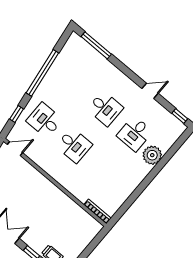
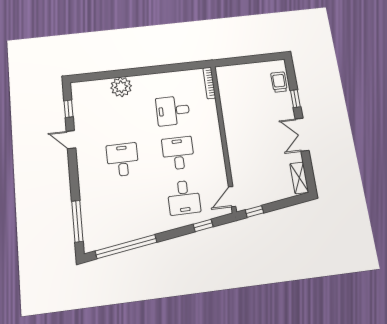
window: (42, 73) -> (126, 247), moved
window: (180, 116) -> (69, 109), moved
desk: (135, 134) -> (173, 111), moved, turned 180
door: (15, 149) -> (232, 197), hinge flipped

